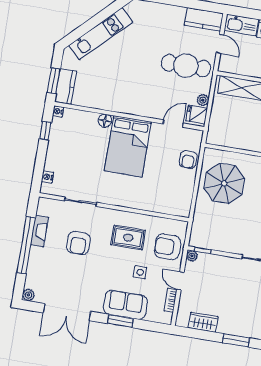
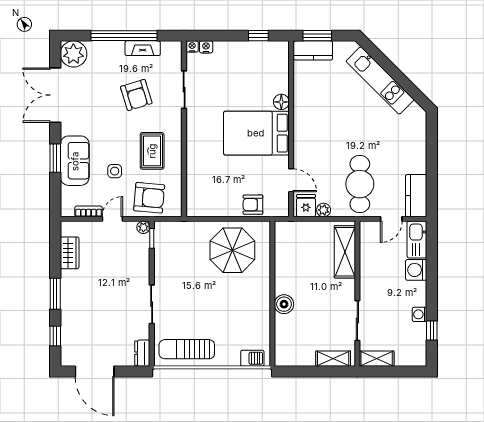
nightstand: (58, 111) -> (192, 46), moved
armchair: (78, 243) -> (136, 95), turned -107
armchair: (168, 247) -> (149, 198), turned 95
plant: (28, 295) -> (73, 54), width x1.87, depth x1.87

